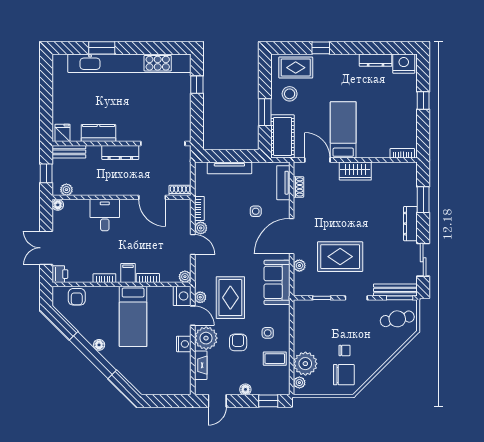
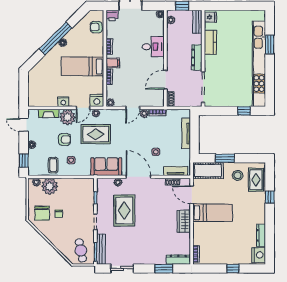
door: (317, 160) -> (192, 195), swing flipped
dresser: (410, 224) -> (178, 260), moved

